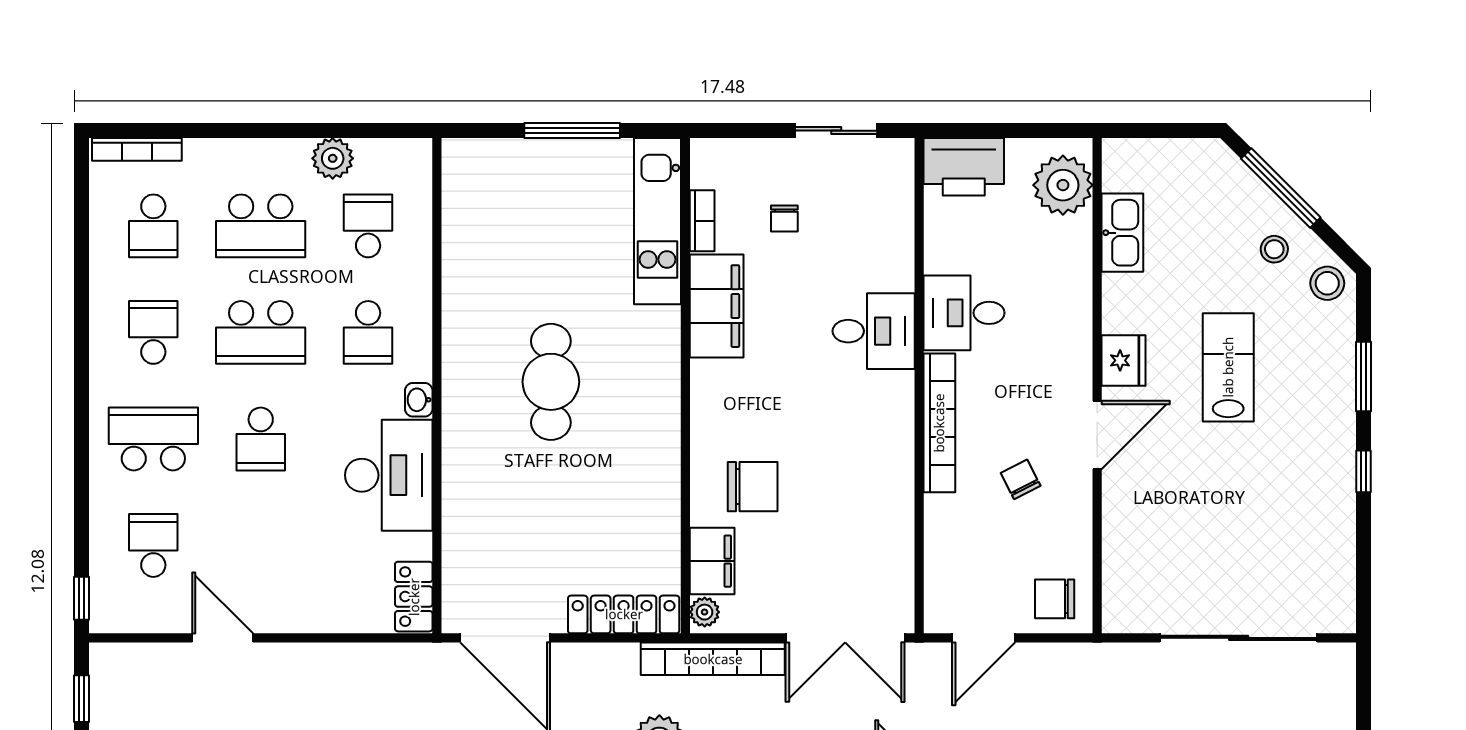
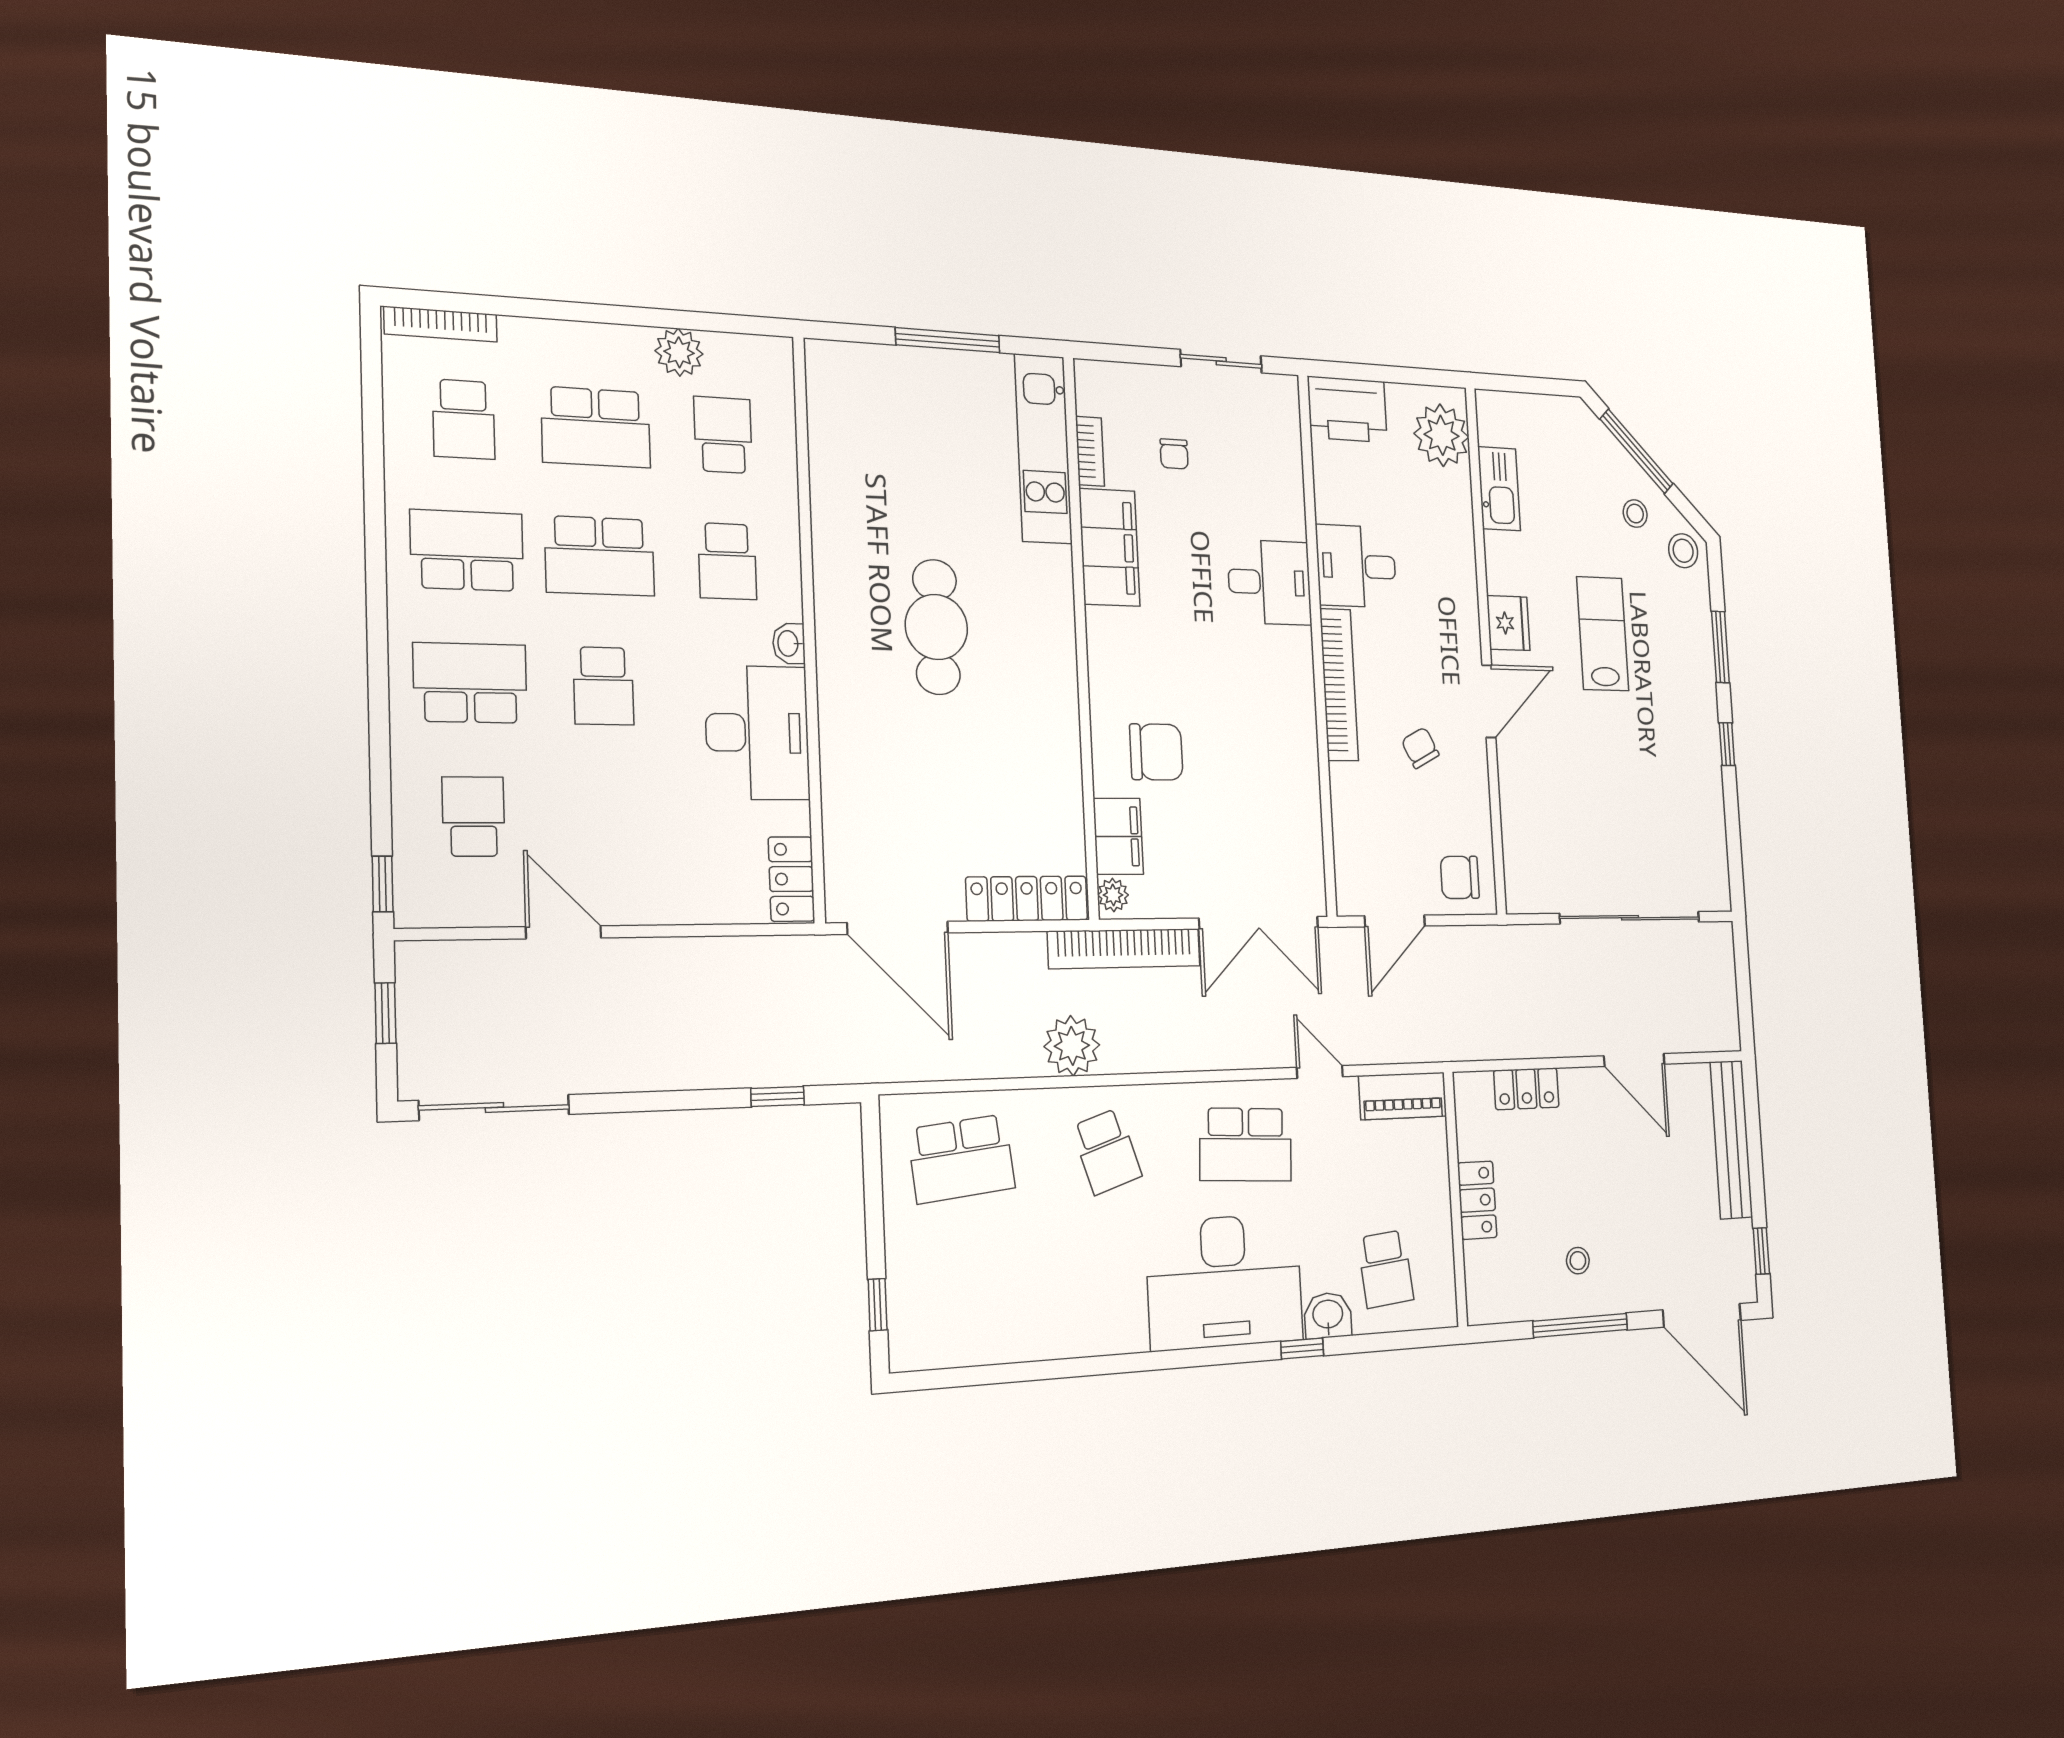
school desk: (153, 332) -> (467, 550), width x1.85

